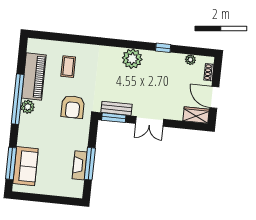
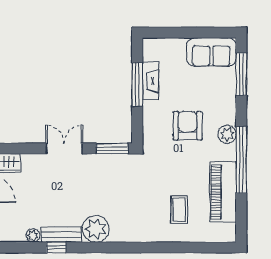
plant: (190, 60) -> (33, 235), moved
plant: (28, 107) -> (227, 134), moved
armchair: (73, 107) -> (187, 126), moved
bench: (117, 108) -> (61, 235), moved
sofa: (26, 166) -> (211, 52), moved, turned -90

